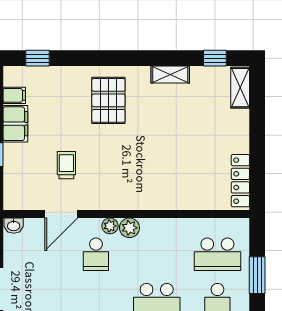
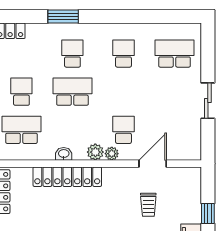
locker: (163, 198) -> (67, 177), added
washbasin: (14, 226) -> (64, 154), moved

